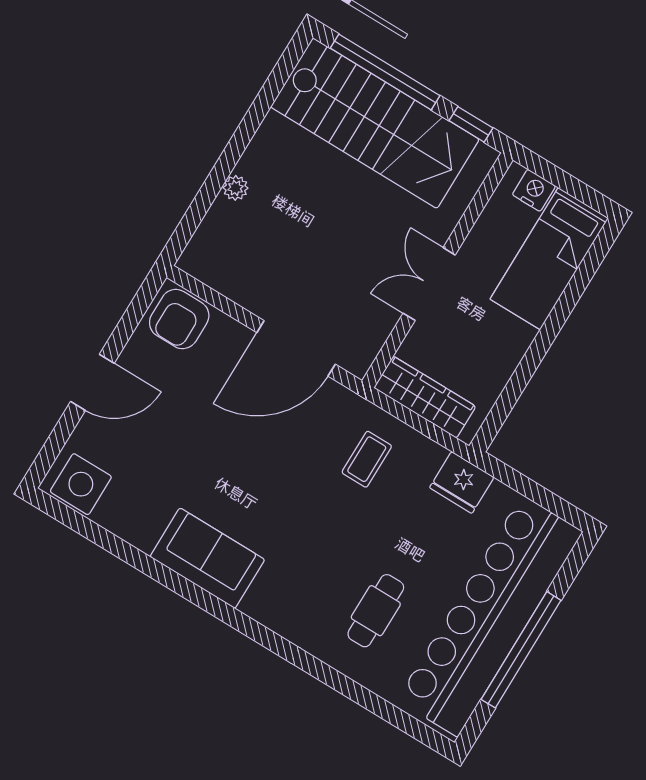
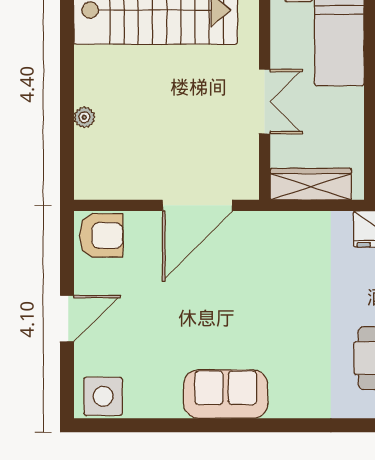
double door: (429, 284) -> (265, 102), swing flipped
armchair: (179, 319) -> (101, 235), turned -90
coffee table: (367, 459) -> (296, 254), removed

